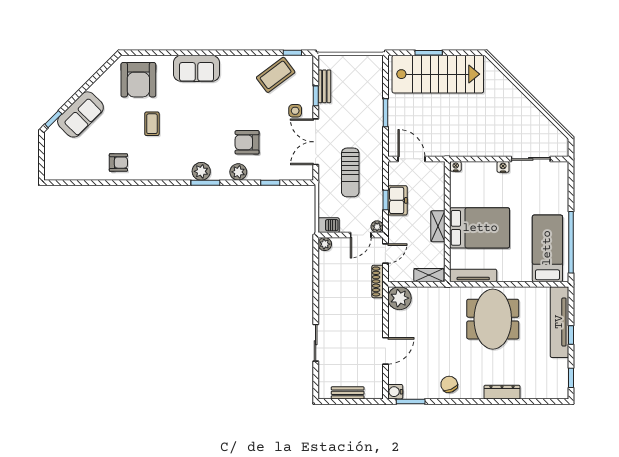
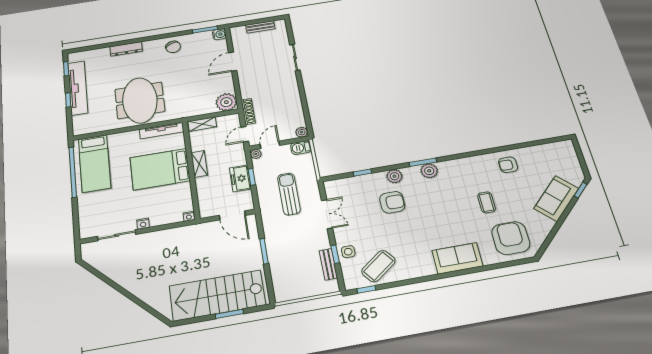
side table: (295, 111) -> (348, 252), moved
double door: (316, 142) -> (327, 214), width x0.73
tv unit: (559, 322) -> (78, 88), moved

